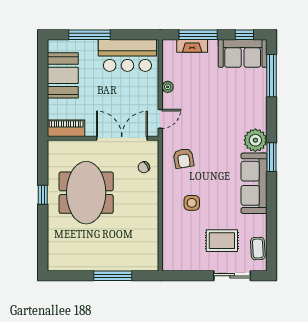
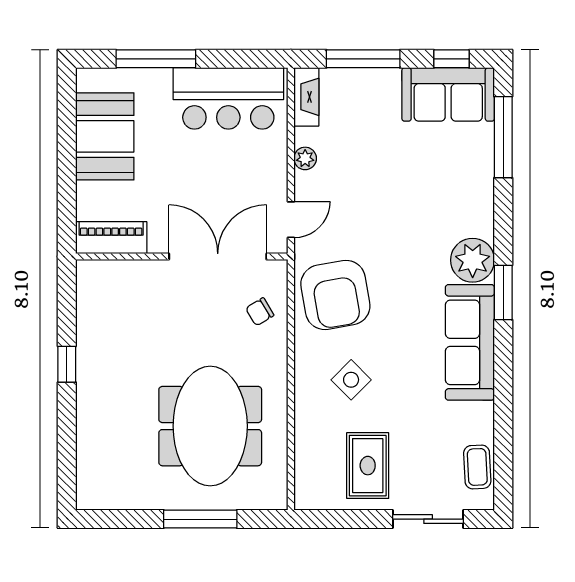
fireplace: (192, 46) -> (306, 97), moved, turned -90
armchair: (184, 158) -> (335, 295), width x1.88, depth x1.88
meeting table: (86, 193) -> (210, 426), moved
side table: (192, 203) -> (351, 380), turned 45
rug: (222, 241) -> (368, 466), moved, turned 90

